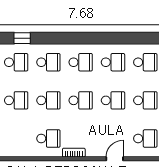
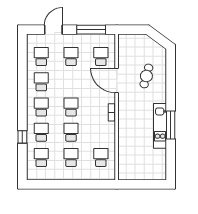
window: (22, 38) -> (22, 137), moved
school desk: (113, 100) -> (71, 82), removed
school desk: (48, 139) -> (101, 157), moved
door: (115, 159) -> (117, 80), width x1.88

